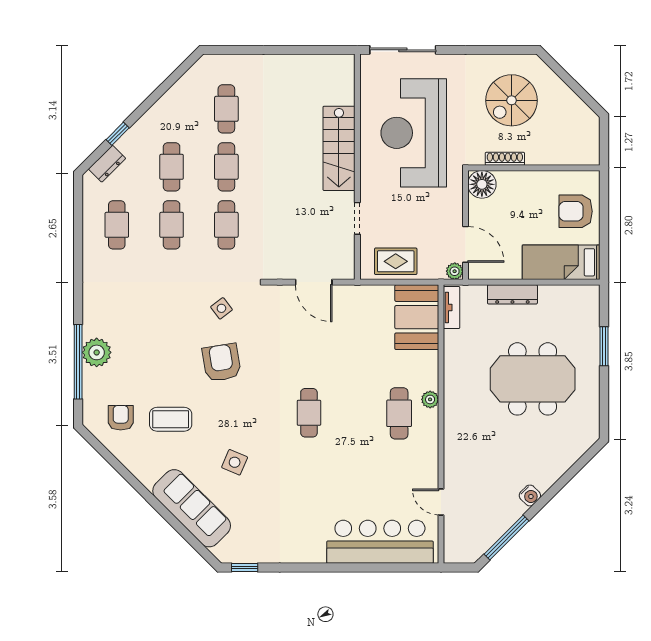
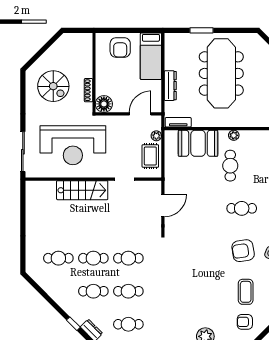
plant: (455, 271) -> (156, 136), moved
side table: (221, 308) -> (179, 261), removed
booth: (417, 317) -> (198, 143), moved
armchair: (222, 363) -> (243, 251), moved
meeting table: (533, 379) -> (221, 73), width x1.36
cafe table: (399, 413) -> (230, 166), moved, turned 90

